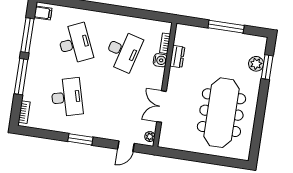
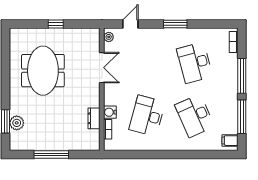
meeting table: (221, 113) -> (43, 71), width x0.73
window: (201, 158) -> (56, 24), added

